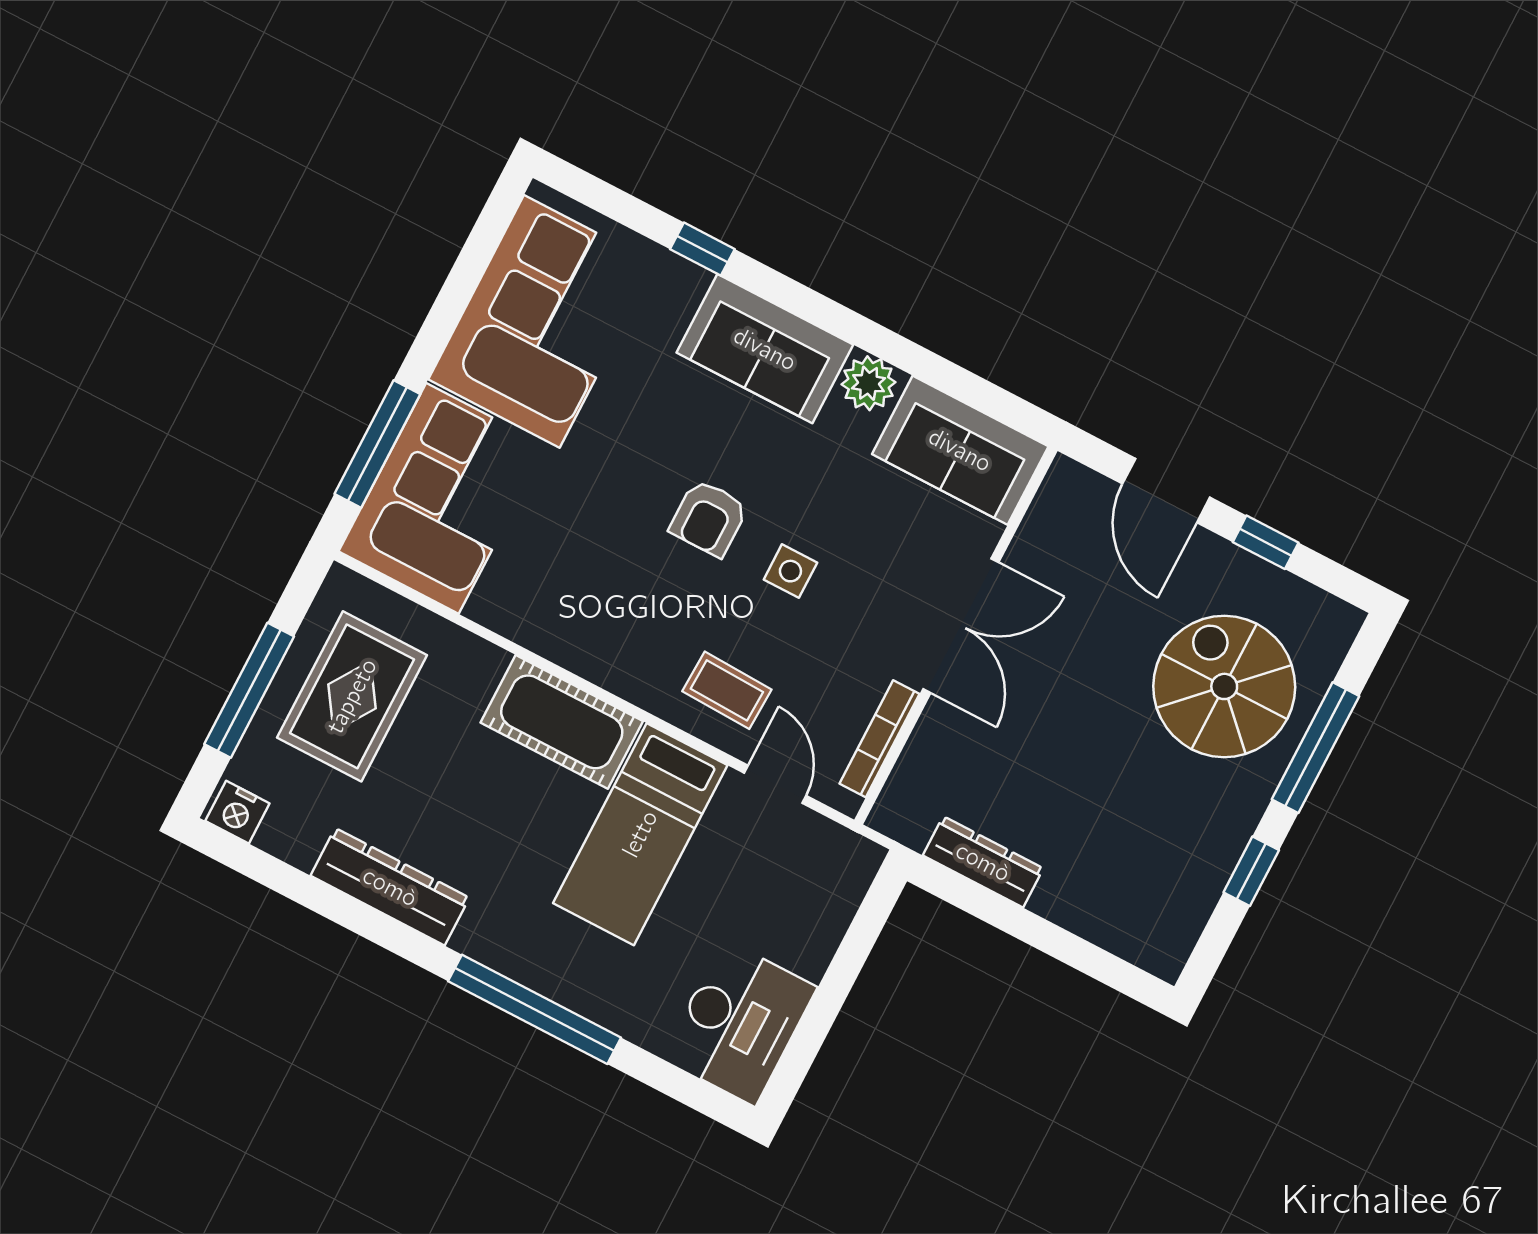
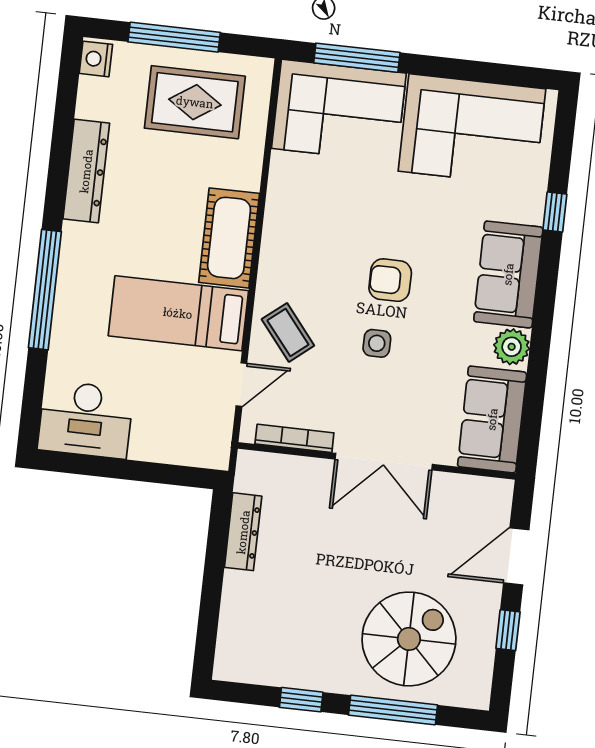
coffee table: (727, 690) -> (288, 332), turned -41

